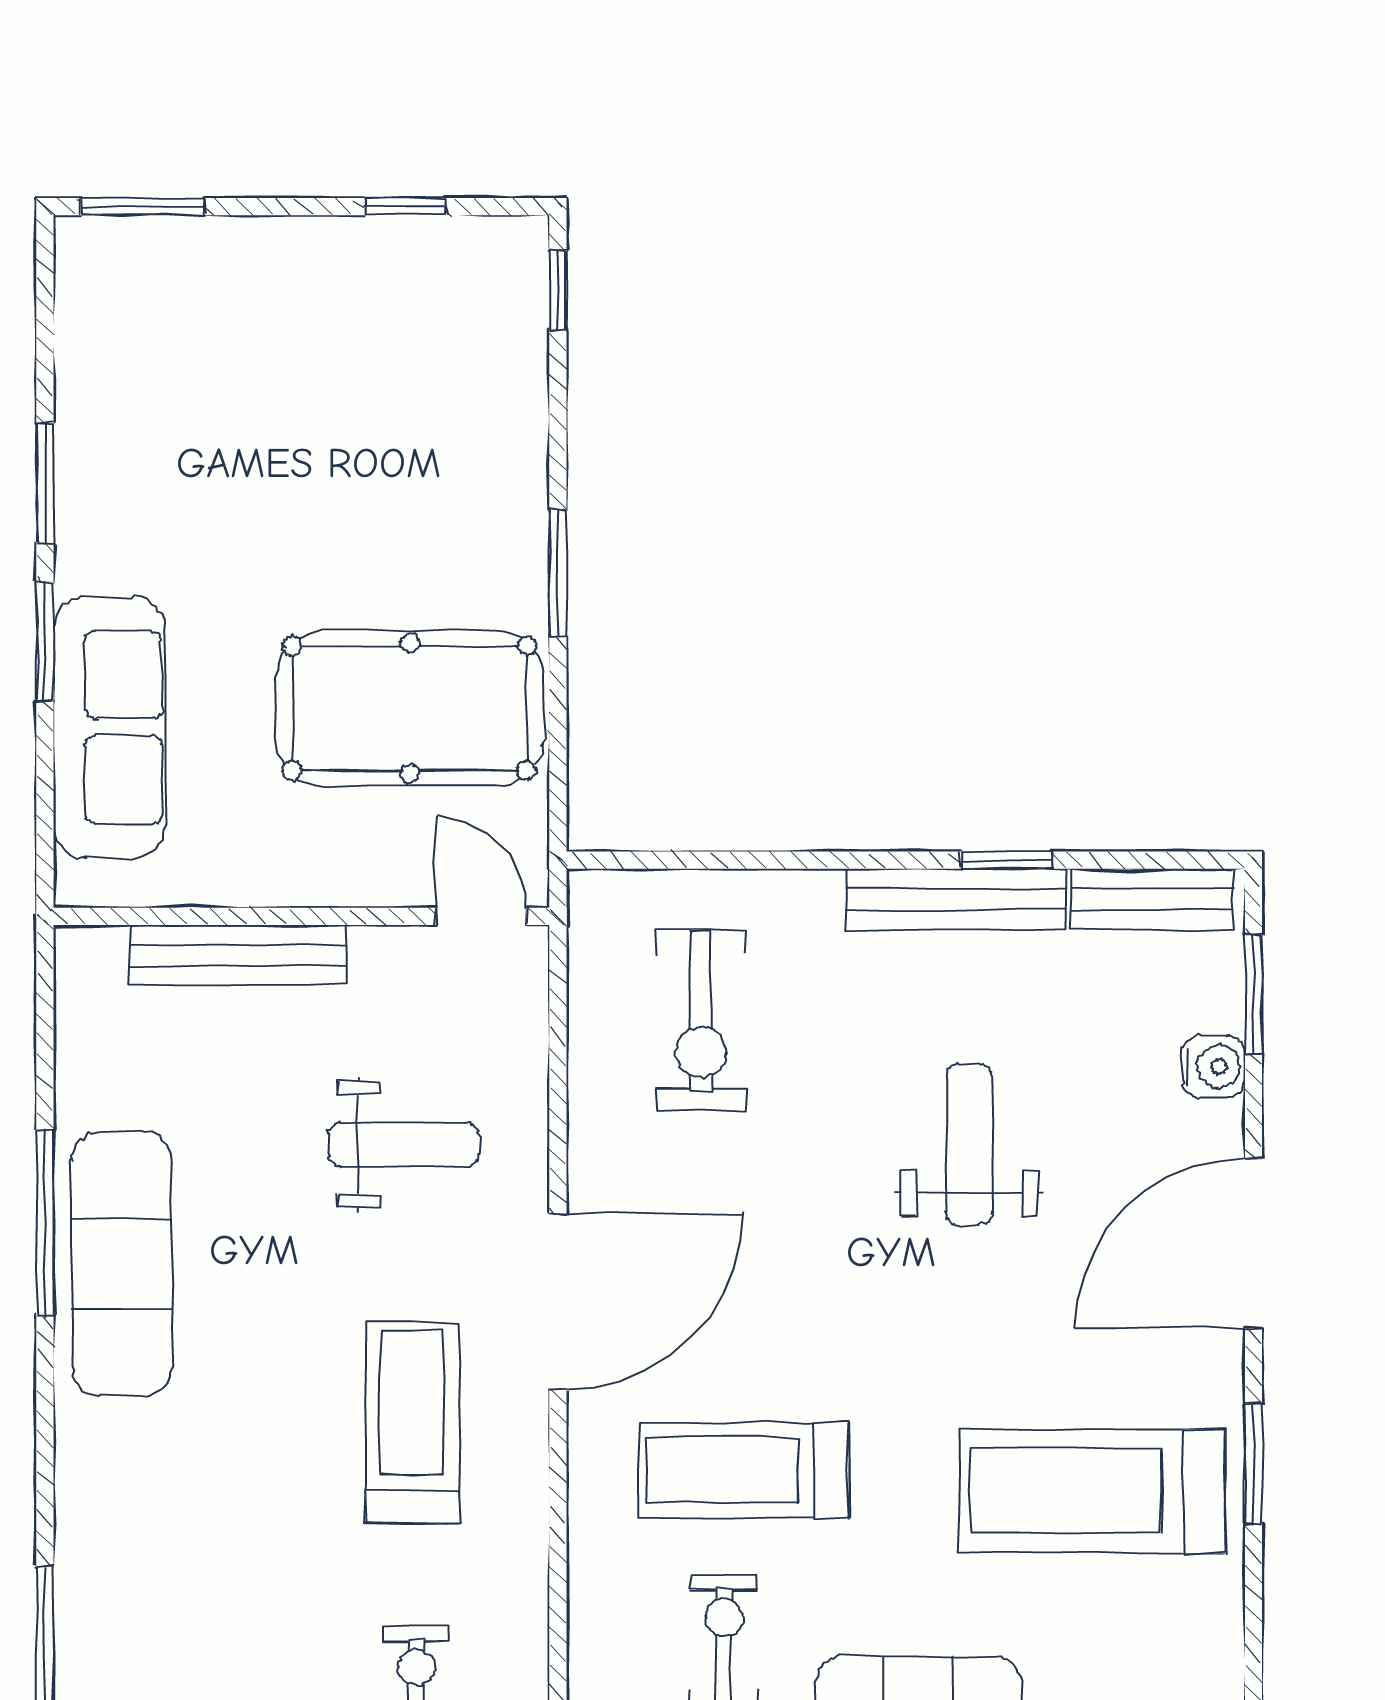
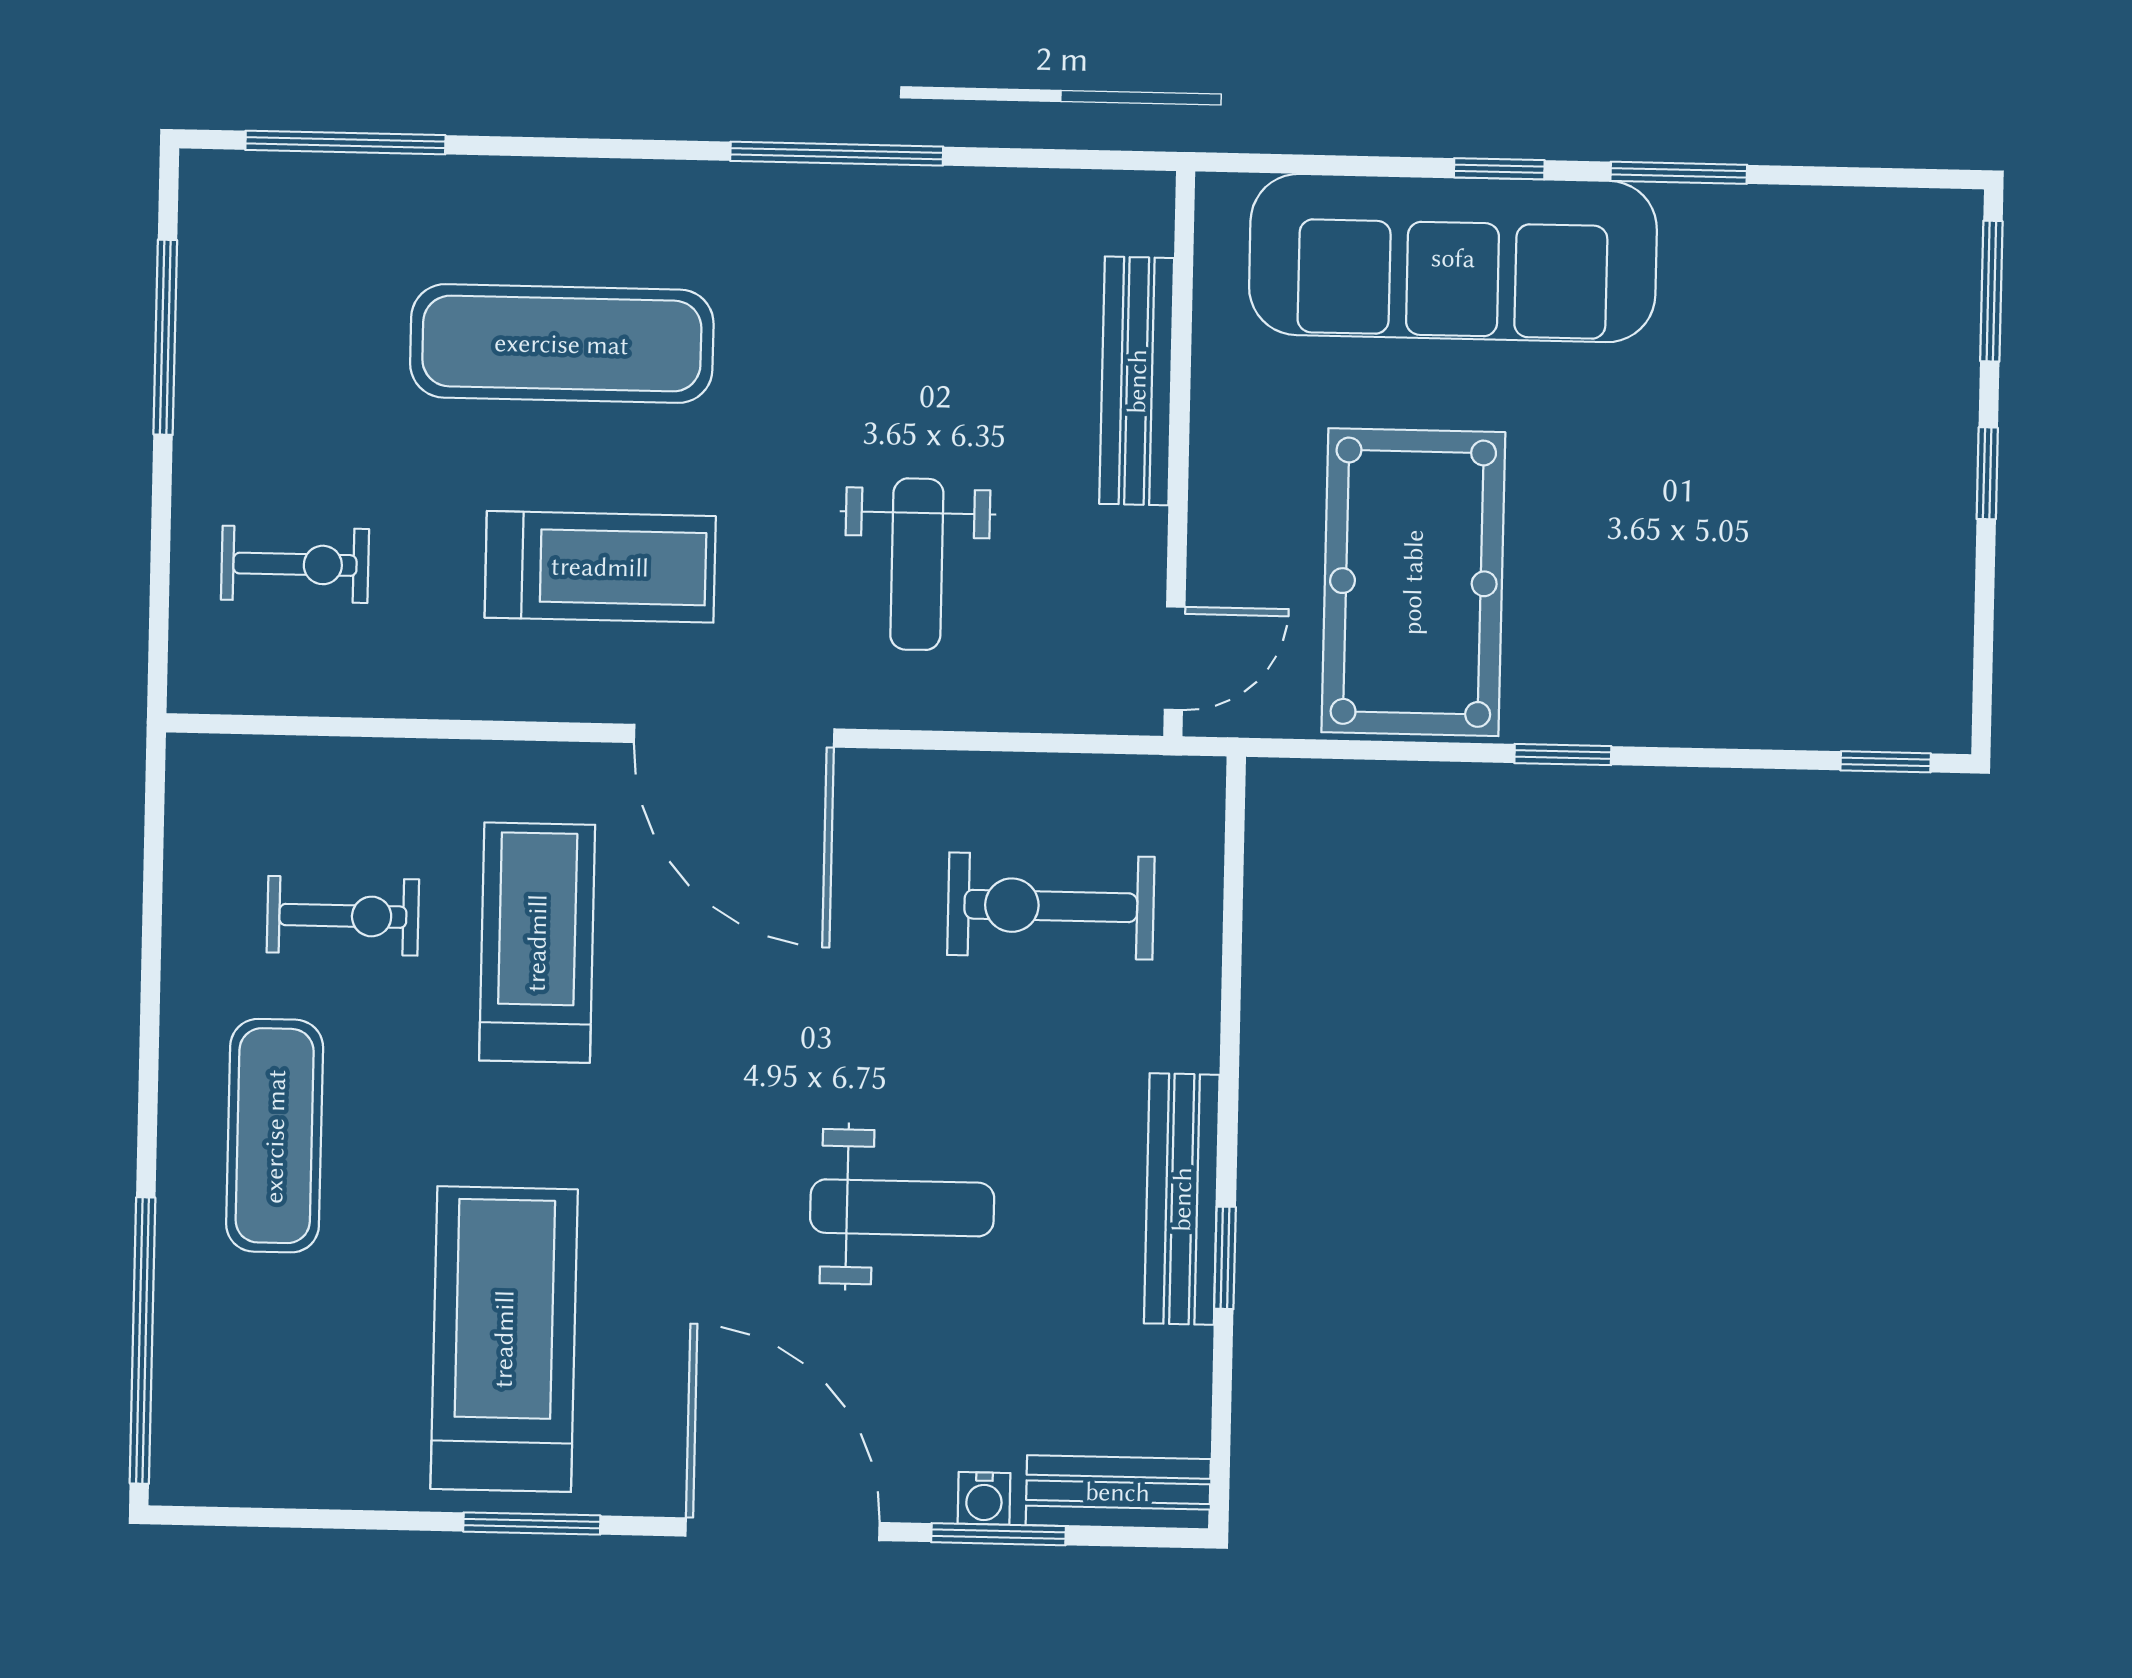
window: (405, 207) -> (1987, 473), moved
window: (558, 574) -> (1563, 755), width x0.67
window: (45, 641) -> (1499, 169), width x0.67
sofa: (109, 727) -> (1453, 258), width x1.36, depth x1.27
bench: (1152, 899) -> (1118, 1492), moved, turned 90
window: (1254, 994) -> (998, 1534), moved
water cooler: (1214, 1067) -> (984, 1498), width x0.72, depth x0.72
exercise mat: (122, 1264) -> (562, 344), moved

